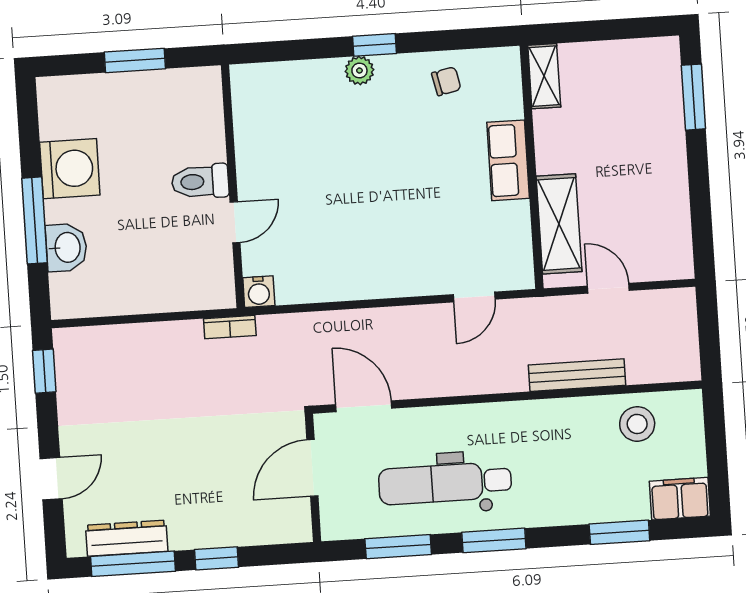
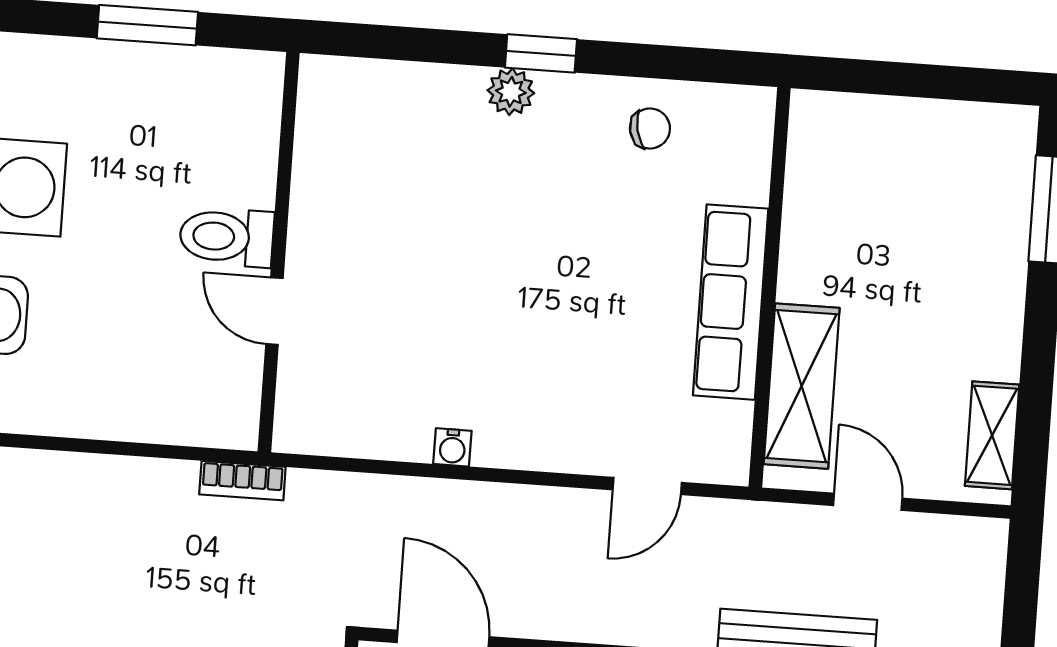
shelving: (544, 76) -> (992, 435), moved
row of seats: (508, 160) -> (731, 302), width x1.48
door: (235, 222) -> (274, 311), swing flipped
water cooler: (259, 292) -> (452, 447), moved, width x0.72, depth x0.72

